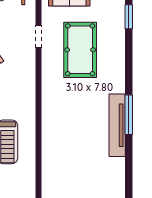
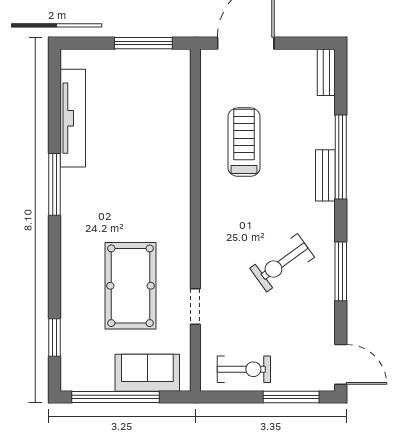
tv unit: (117, 125) -> (73, 118), moved

